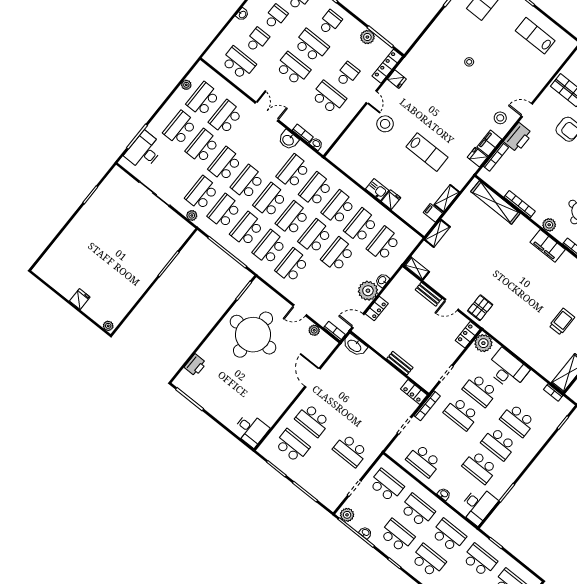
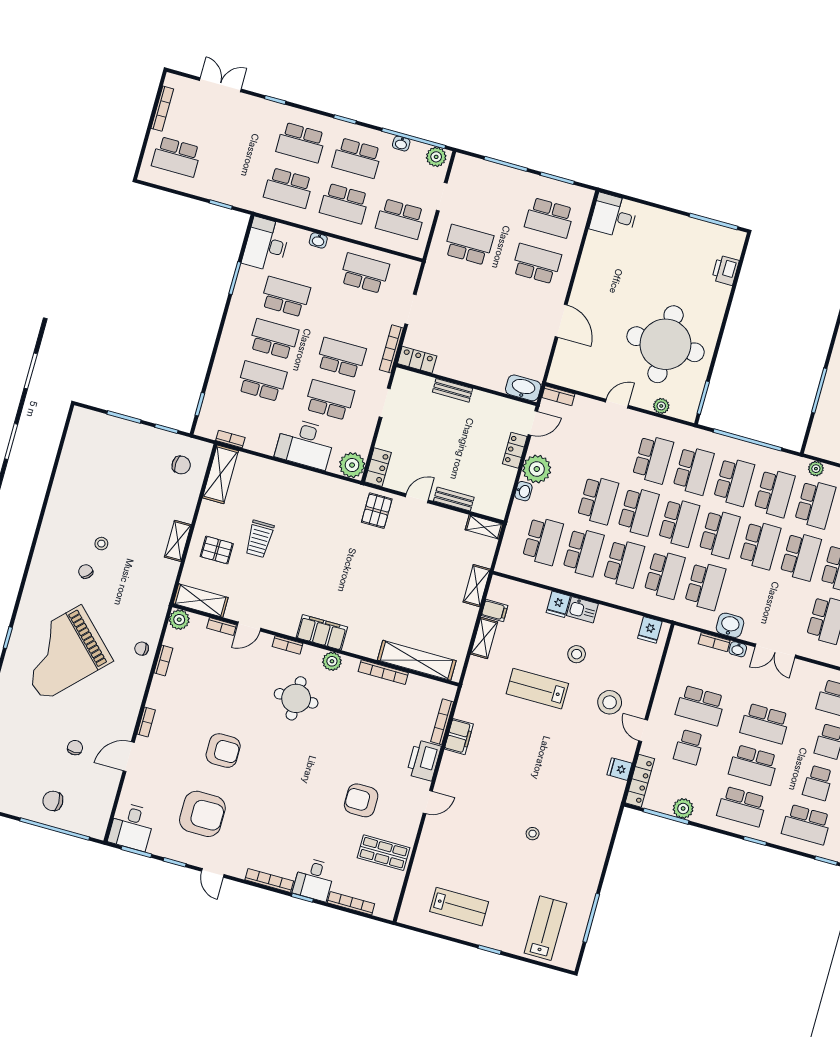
school desk: (330, 22) -> (742, 807), width x1.85
stool: (500, 118) -> (577, 654), moved
washbasin: (316, 144) -> (738, 649), moved
fridge: (477, 157) -> (650, 630), moved, turned 90
plant: (314, 330) -> (661, 406), moved
school desk: (480, 560) -> (232, 172), removed

